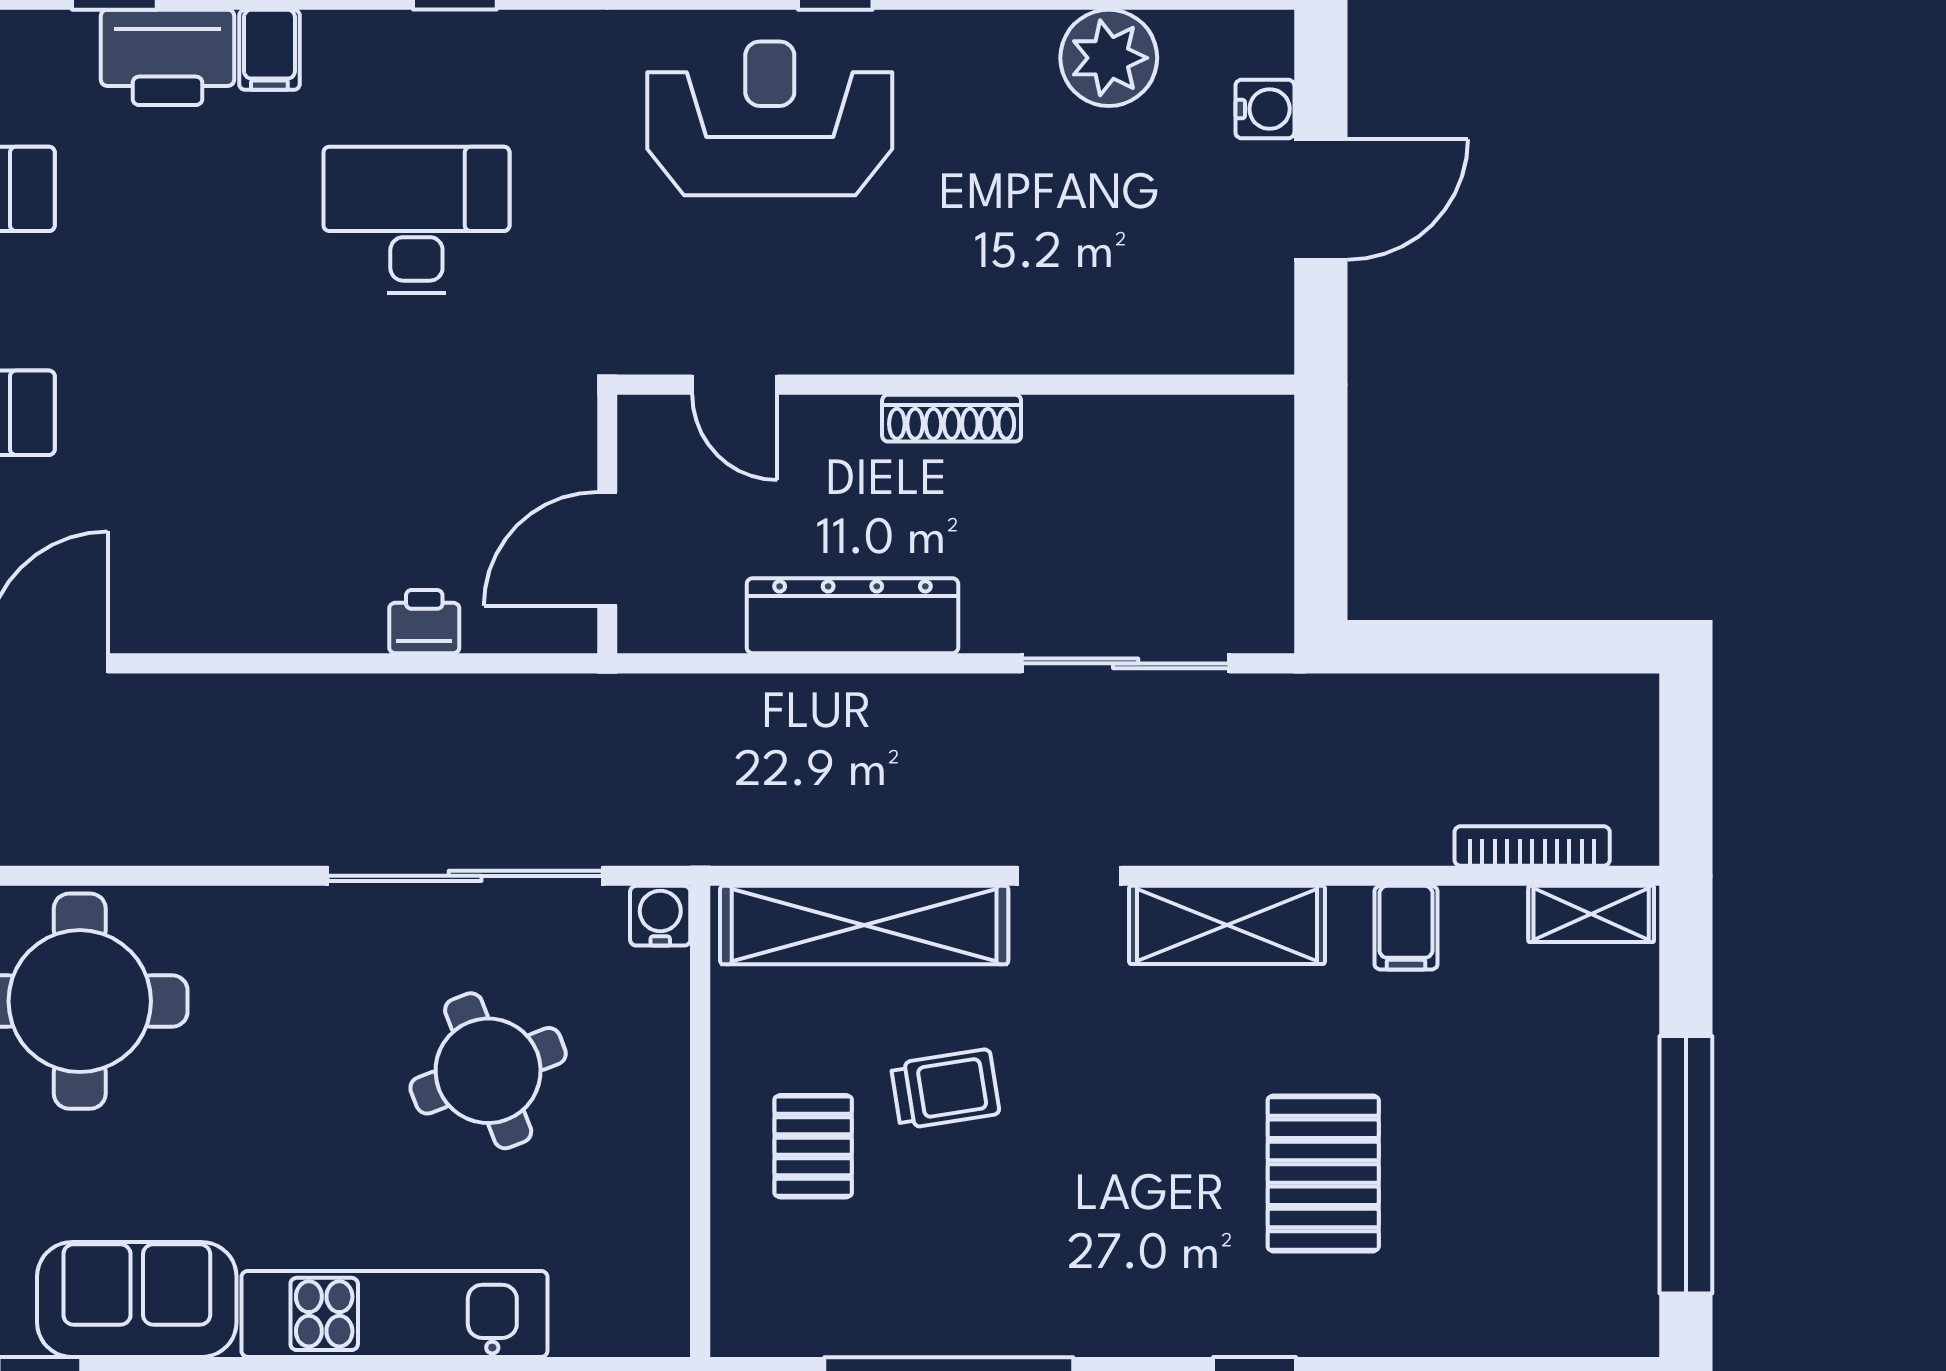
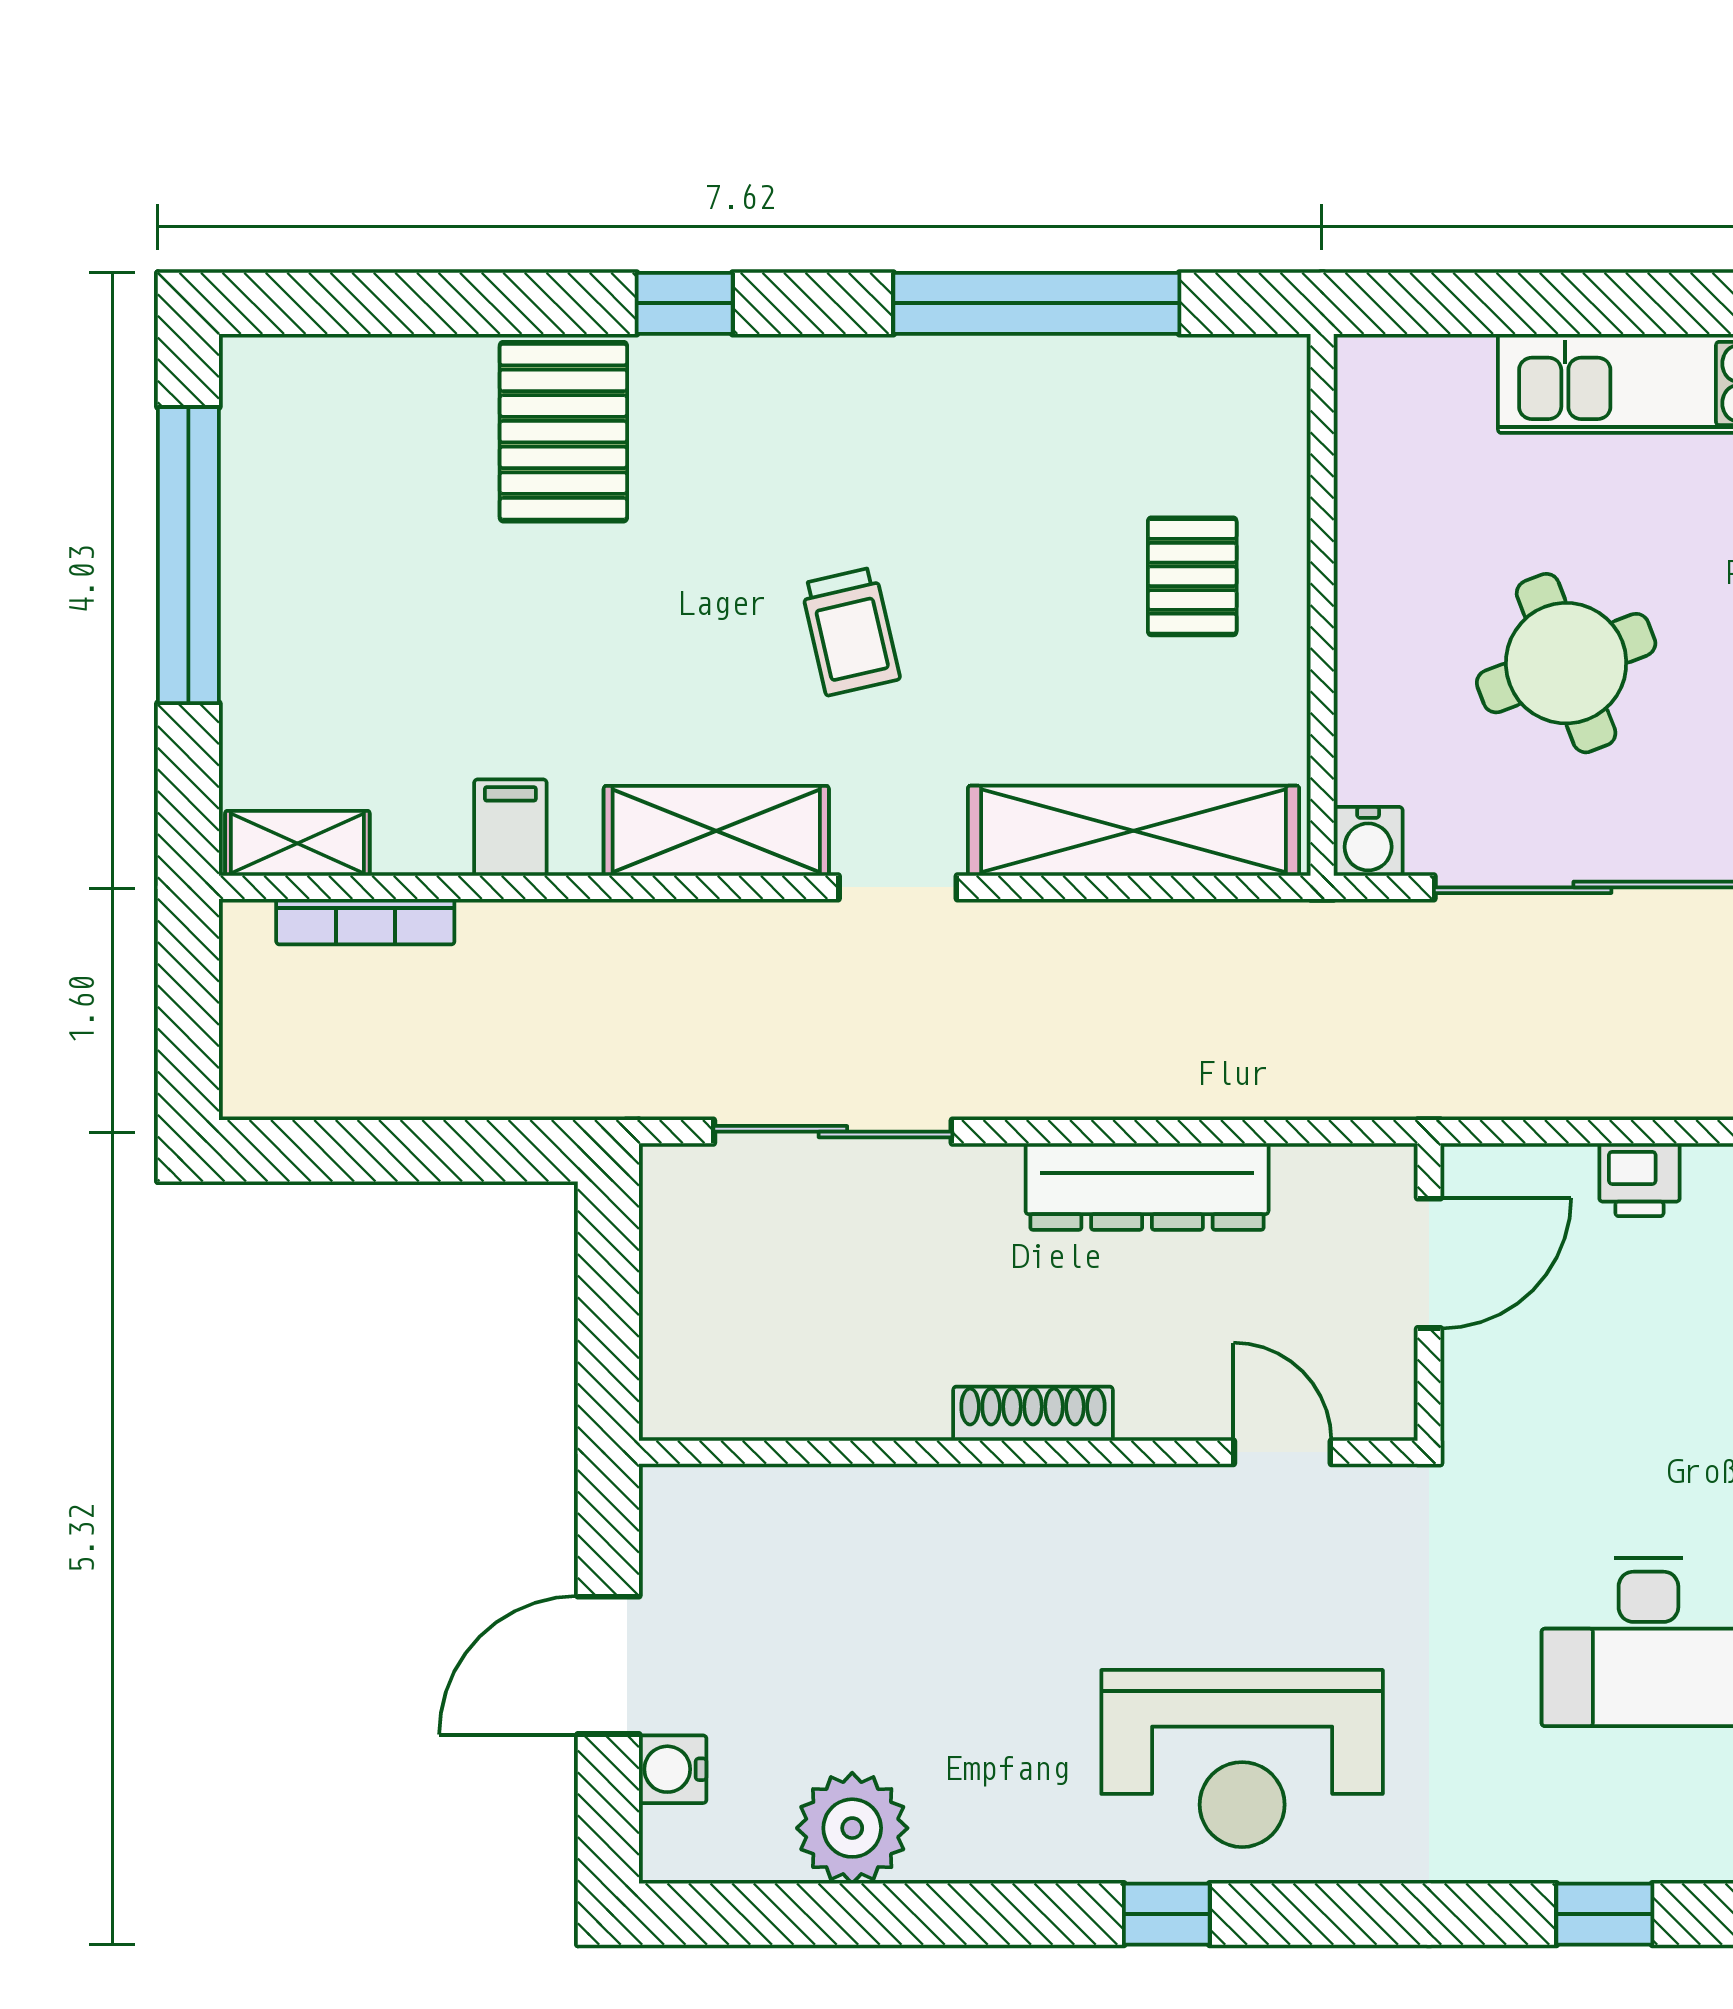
trolley: (945, 1089) -> (850, 631), moved, turned -94
pallet: (1323, 1173) -> (563, 432), moved

